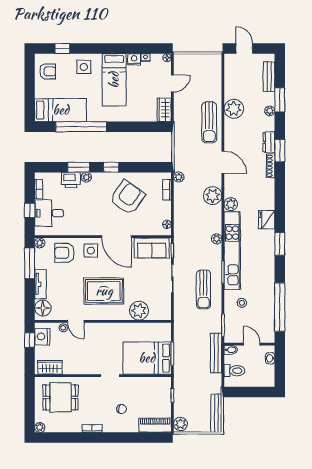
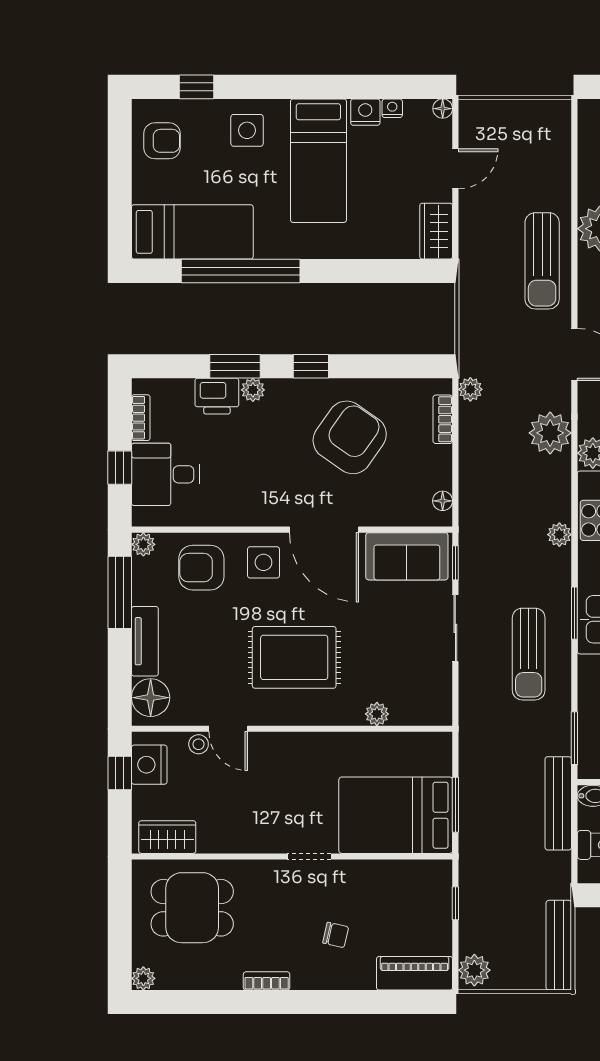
plant: (139, 311) -> (377, 714), width x0.53, depth x0.53

